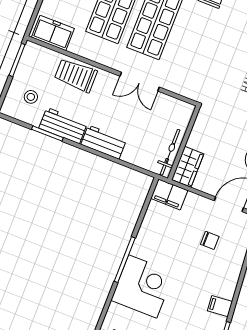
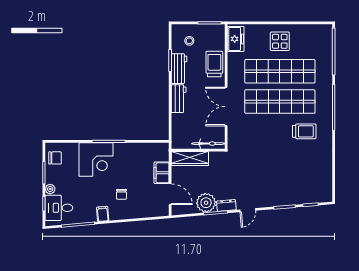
double door: (140, 82) -> (226, 107), width x1.37
bicycle: (170, 152) -> (208, 144), moved
wardrobe: (188, 167) -> (190, 159), width x1.50
filing cabinet: (169, 194) -> (161, 173), moved
chair: (210, 240) -> (121, 194), moved

